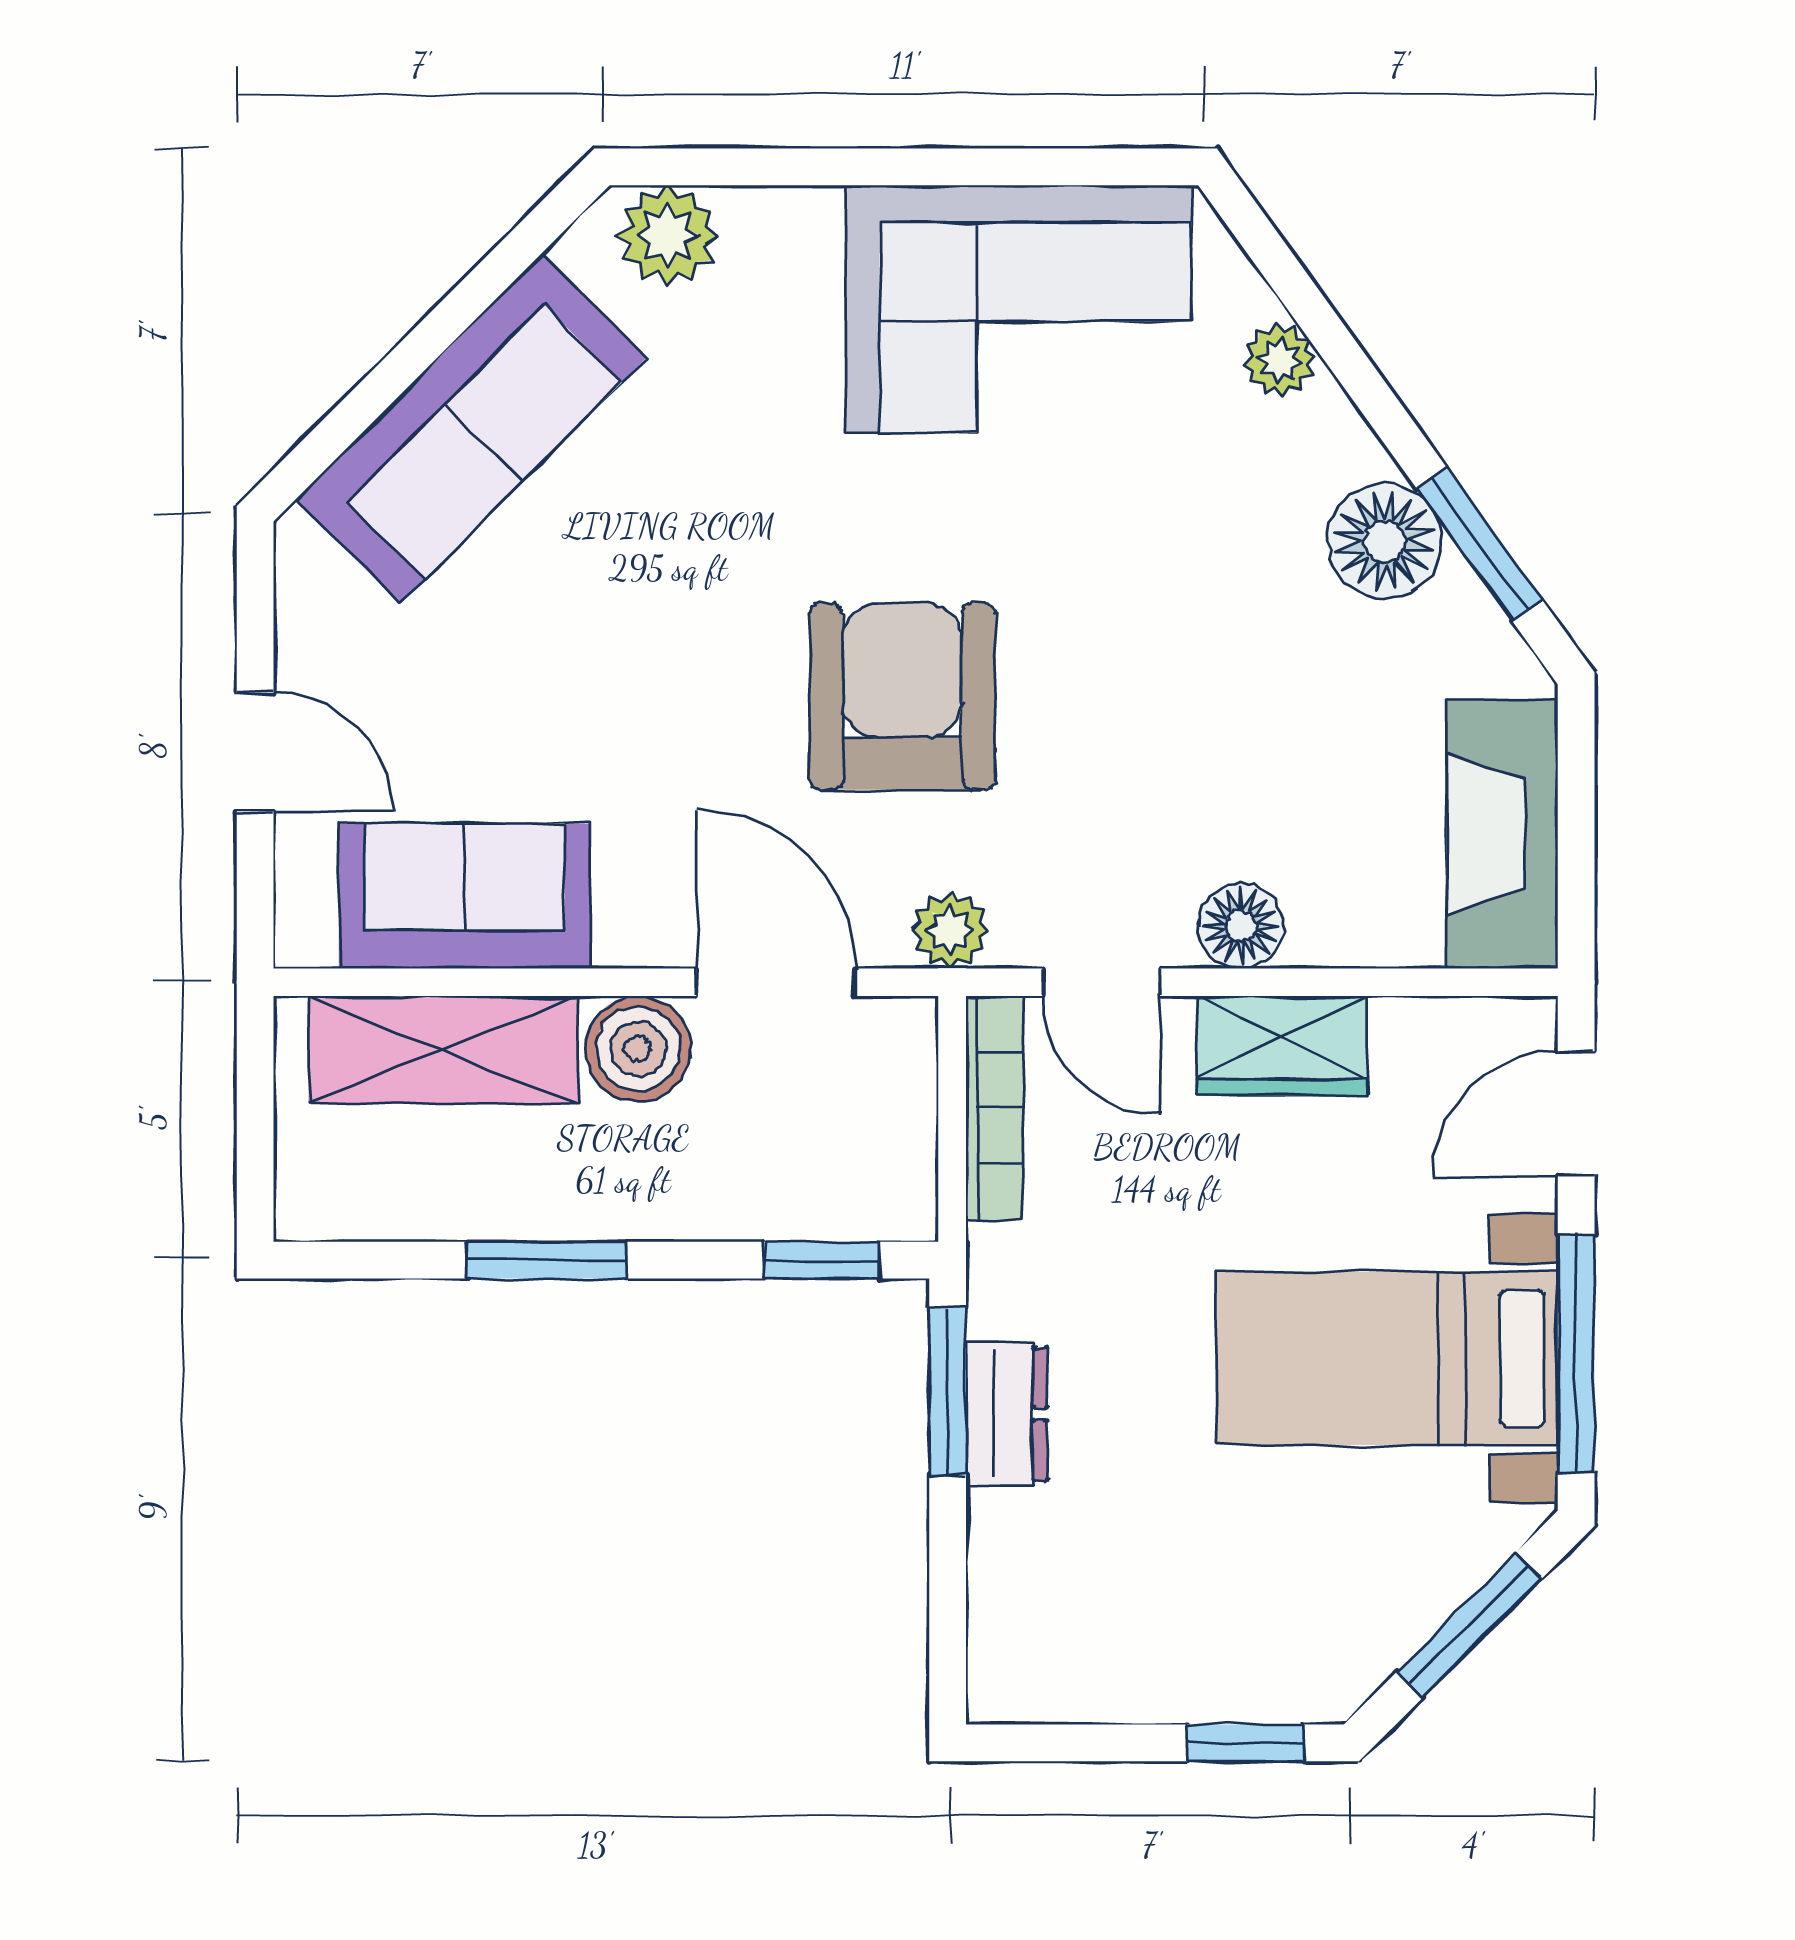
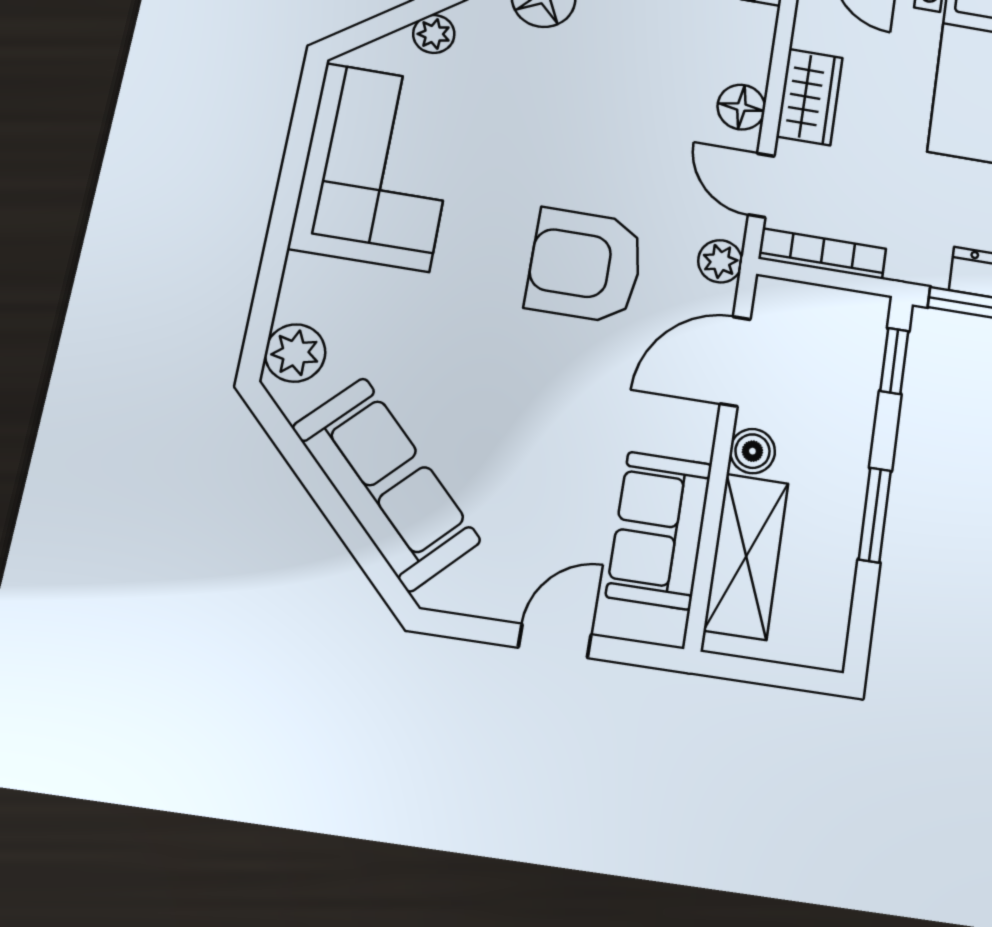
door: (1101, 982) -> (761, 185), swing flipped
boiler: (638, 1049) -> (752, 451), width x0.73, depth x0.73

